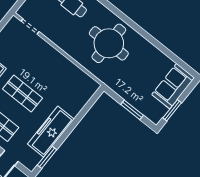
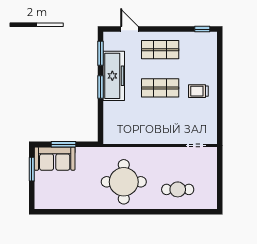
sofa: (173, 86) -> (55, 159), moved, turned 90
window: (68, 131) -> (101, 87), added

